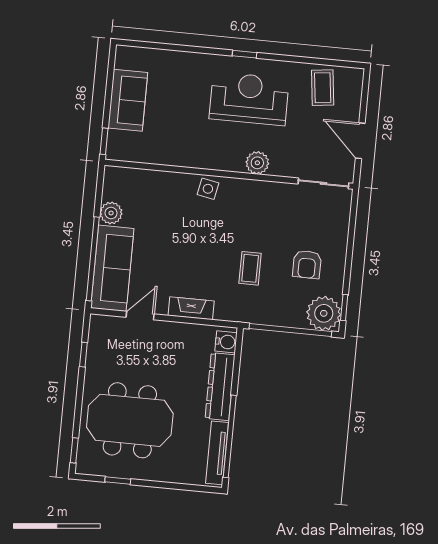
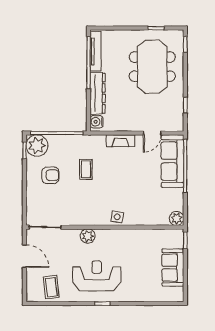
reception desk: (249, 99) -> (97, 276), turned 180
plant: (111, 213) -> (177, 218), moved
armchair: (307, 264) -> (50, 175), turned 90
meeting table: (130, 420) -> (152, 67), turned 90

